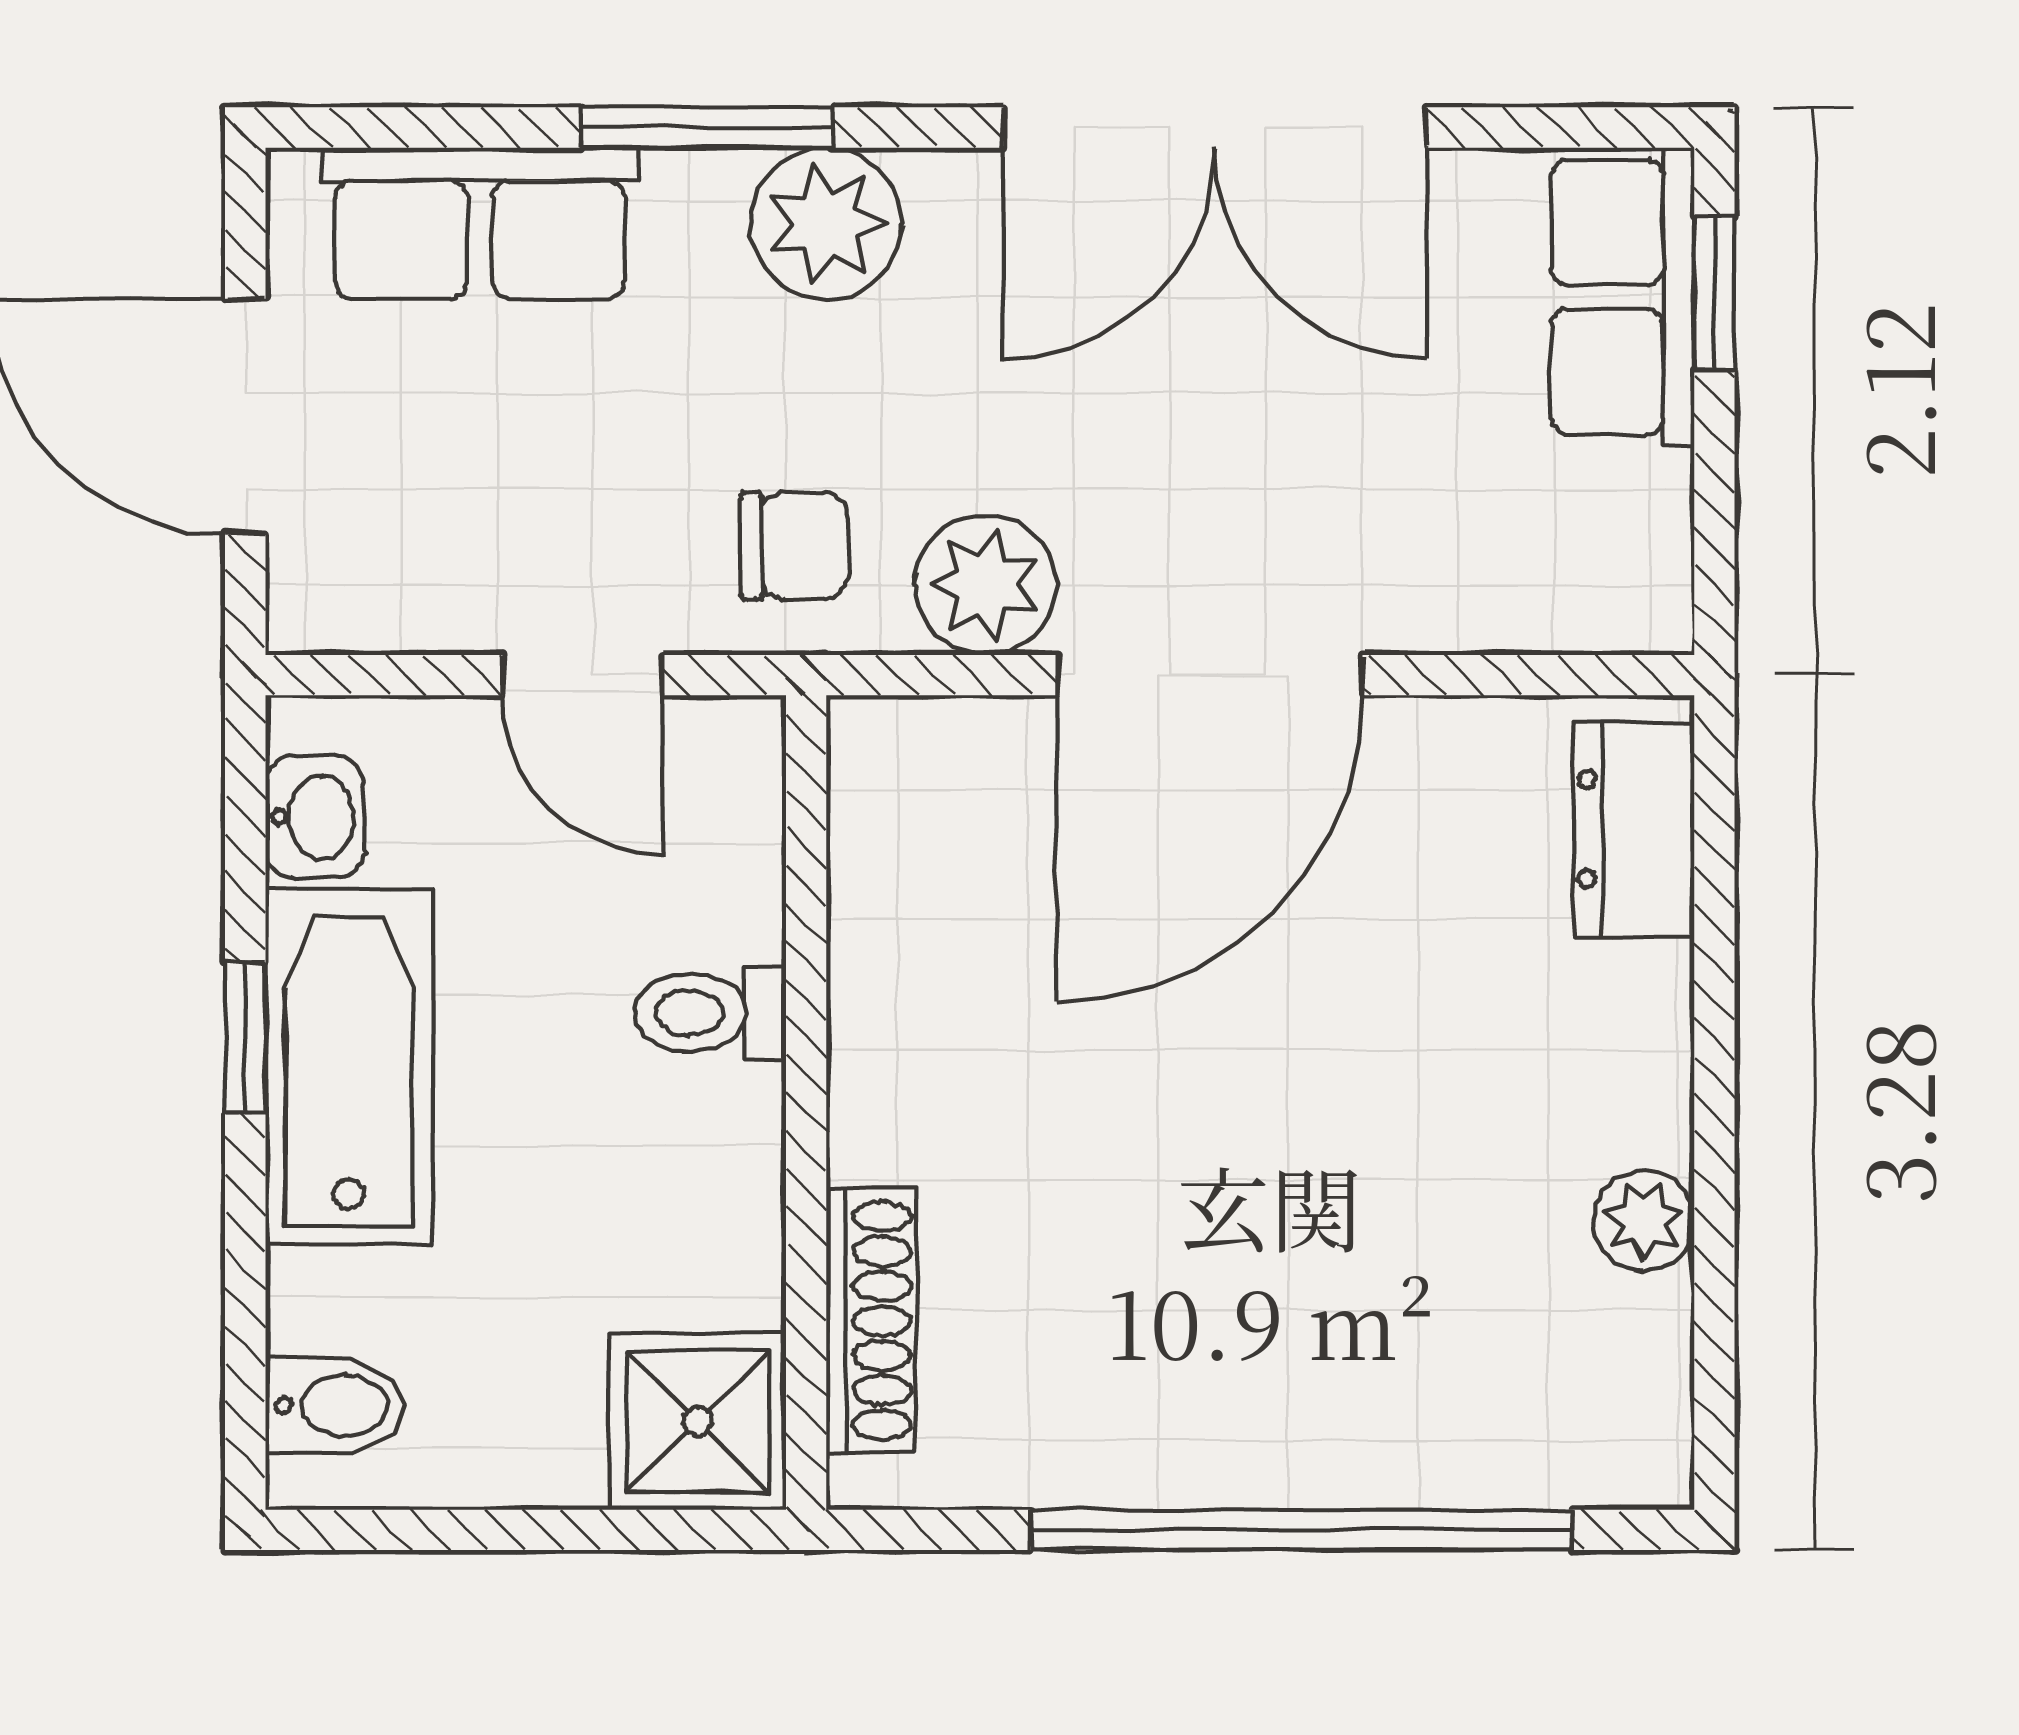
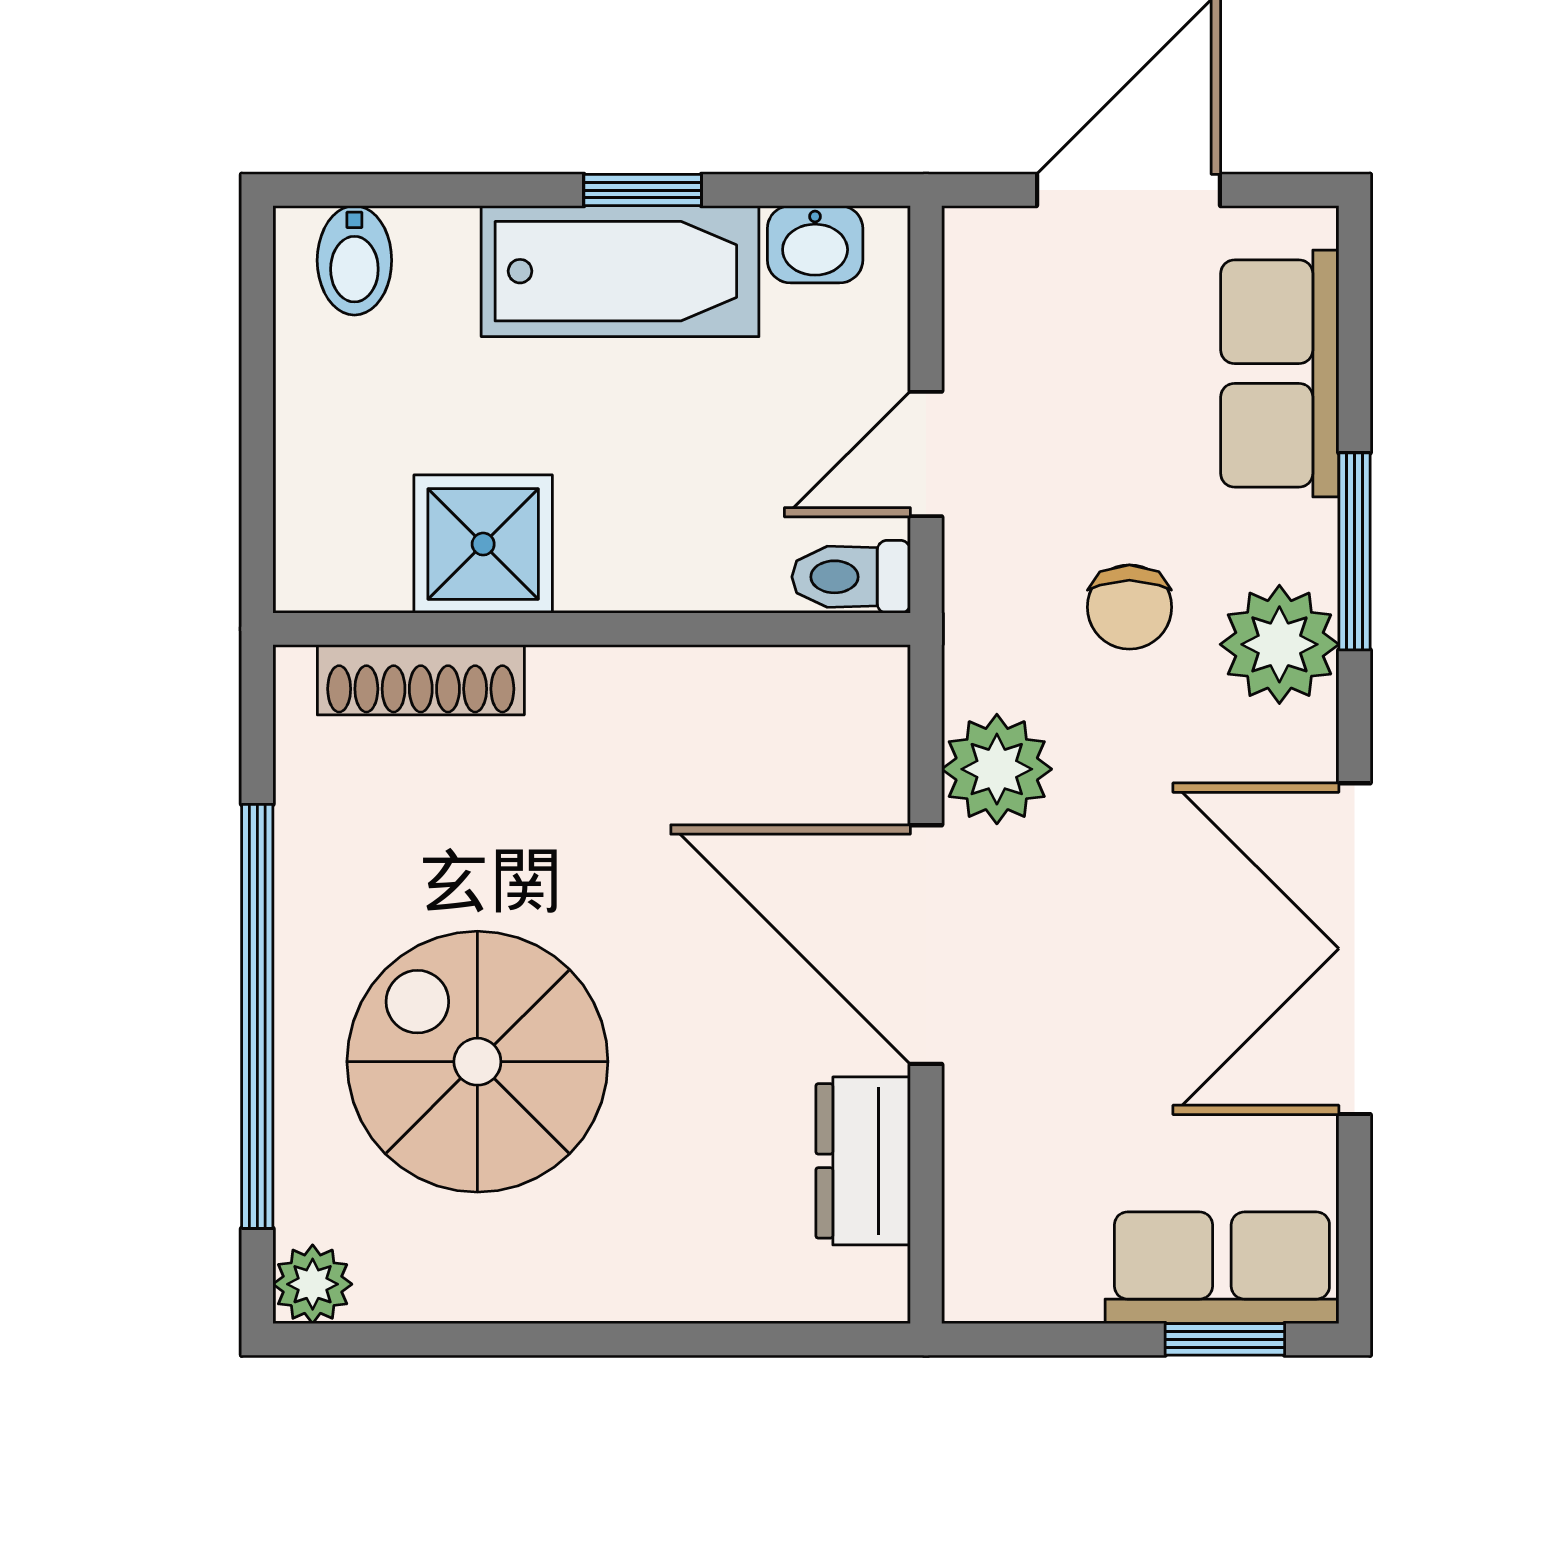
chair: (794, 546) -> (1129, 607), moved
dresser: (1634, 829) -> (863, 1161), moved, turned -90
toilet: (710, 1013) -> (851, 577), moved, turned -90
plant: (1644, 1220) -> (313, 1284), moved
spiral stairs: (1359, 1248) -> (477, 1062), added
shower: (698, 1421) -> (483, 544), moved

